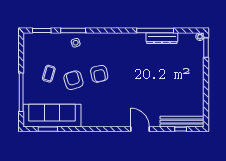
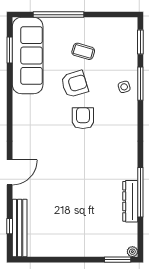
armchair: (99, 74) -> (83, 118), turned 102

